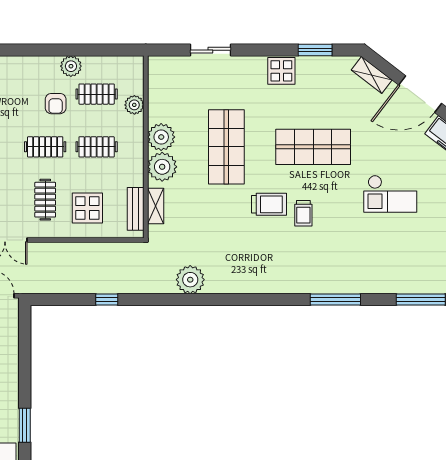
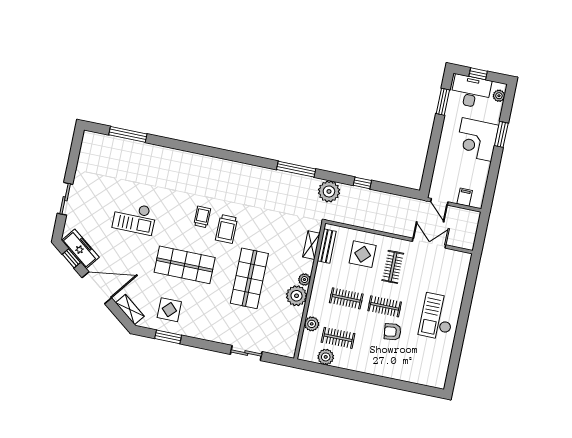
plant: (71, 66) -> (326, 357), moved
display table: (281, 71) -> (169, 310), moved
armchair: (56, 104) -> (392, 332), moved, turned -97
plant: (162, 167) -> (304, 280), width x0.53, depth x0.53
checkout: (390, 194) -> (134, 218), turned 180
trolley: (269, 204) -> (227, 229), turned -90
plant: (190, 280) -> (329, 191), moved
window: (335, 299) -> (296, 169), moved

